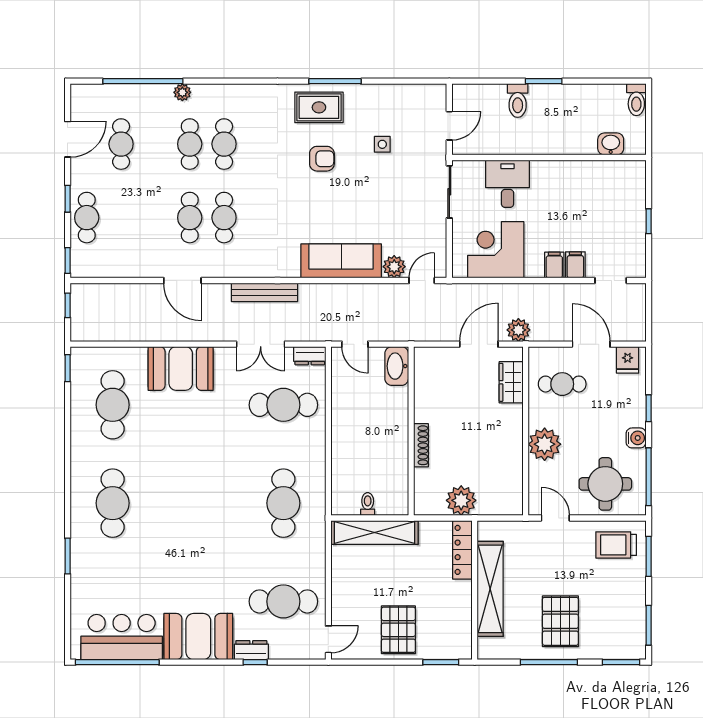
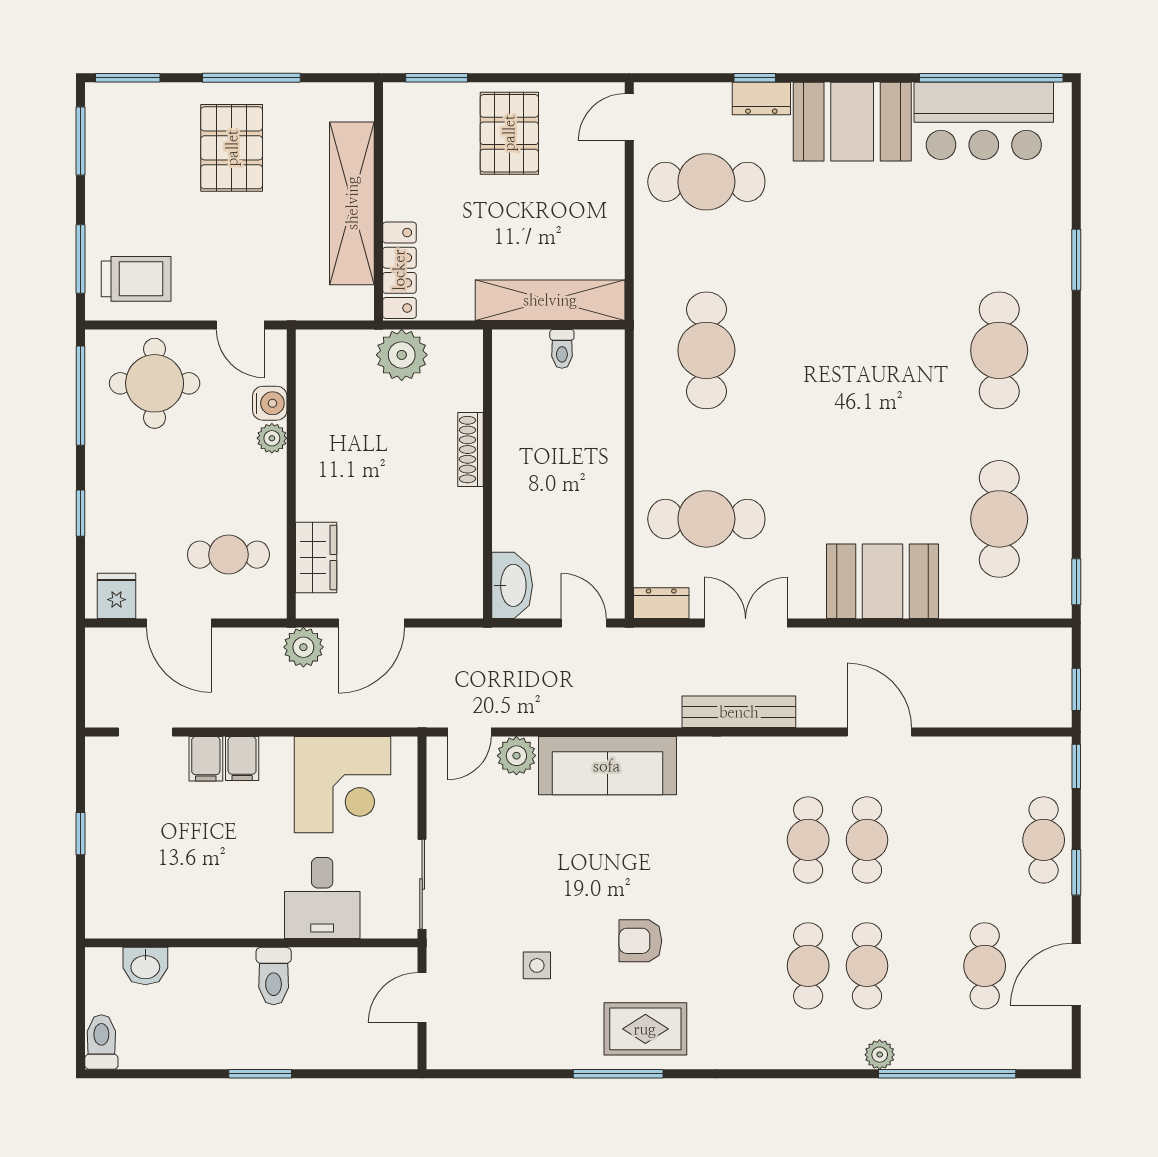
toilet: (518, 101) -> (274, 976), moved, turned 180
water cooler: (636, 438) -> (270, 403), moved, turned 180
plant: (545, 444) -> (272, 438), width x0.53, depth x0.53

